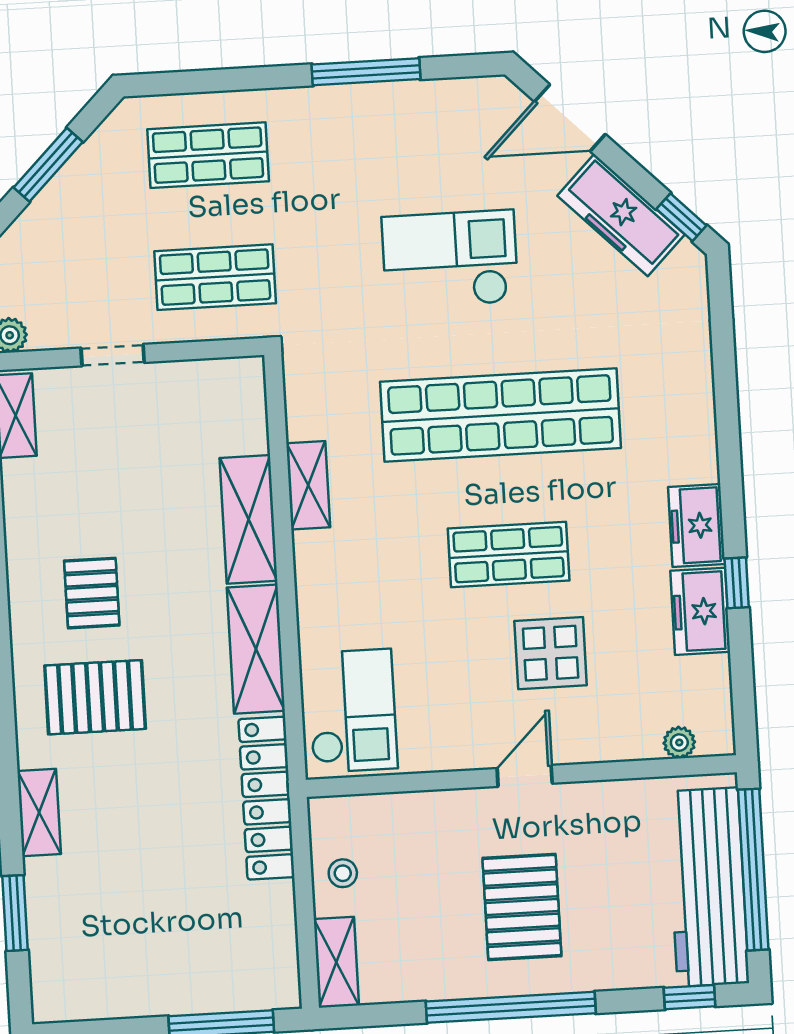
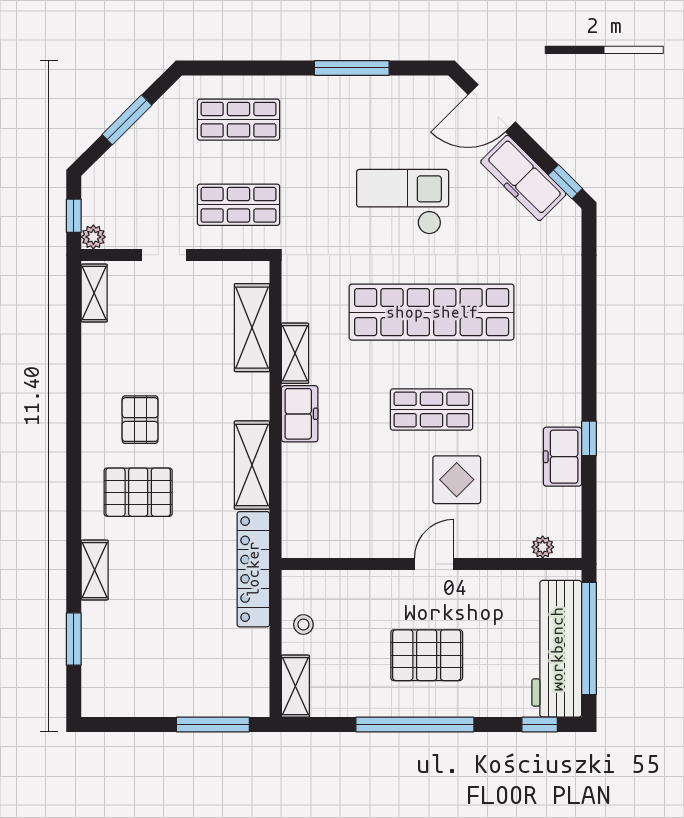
shelving: (248, 519) -> (252, 328), moved
freezer: (697, 525) -> (300, 414), moved, turned 180
checkout: (352, 711) -> (317, 512), removed
pallet: (522, 907) -> (427, 655), turned 90

